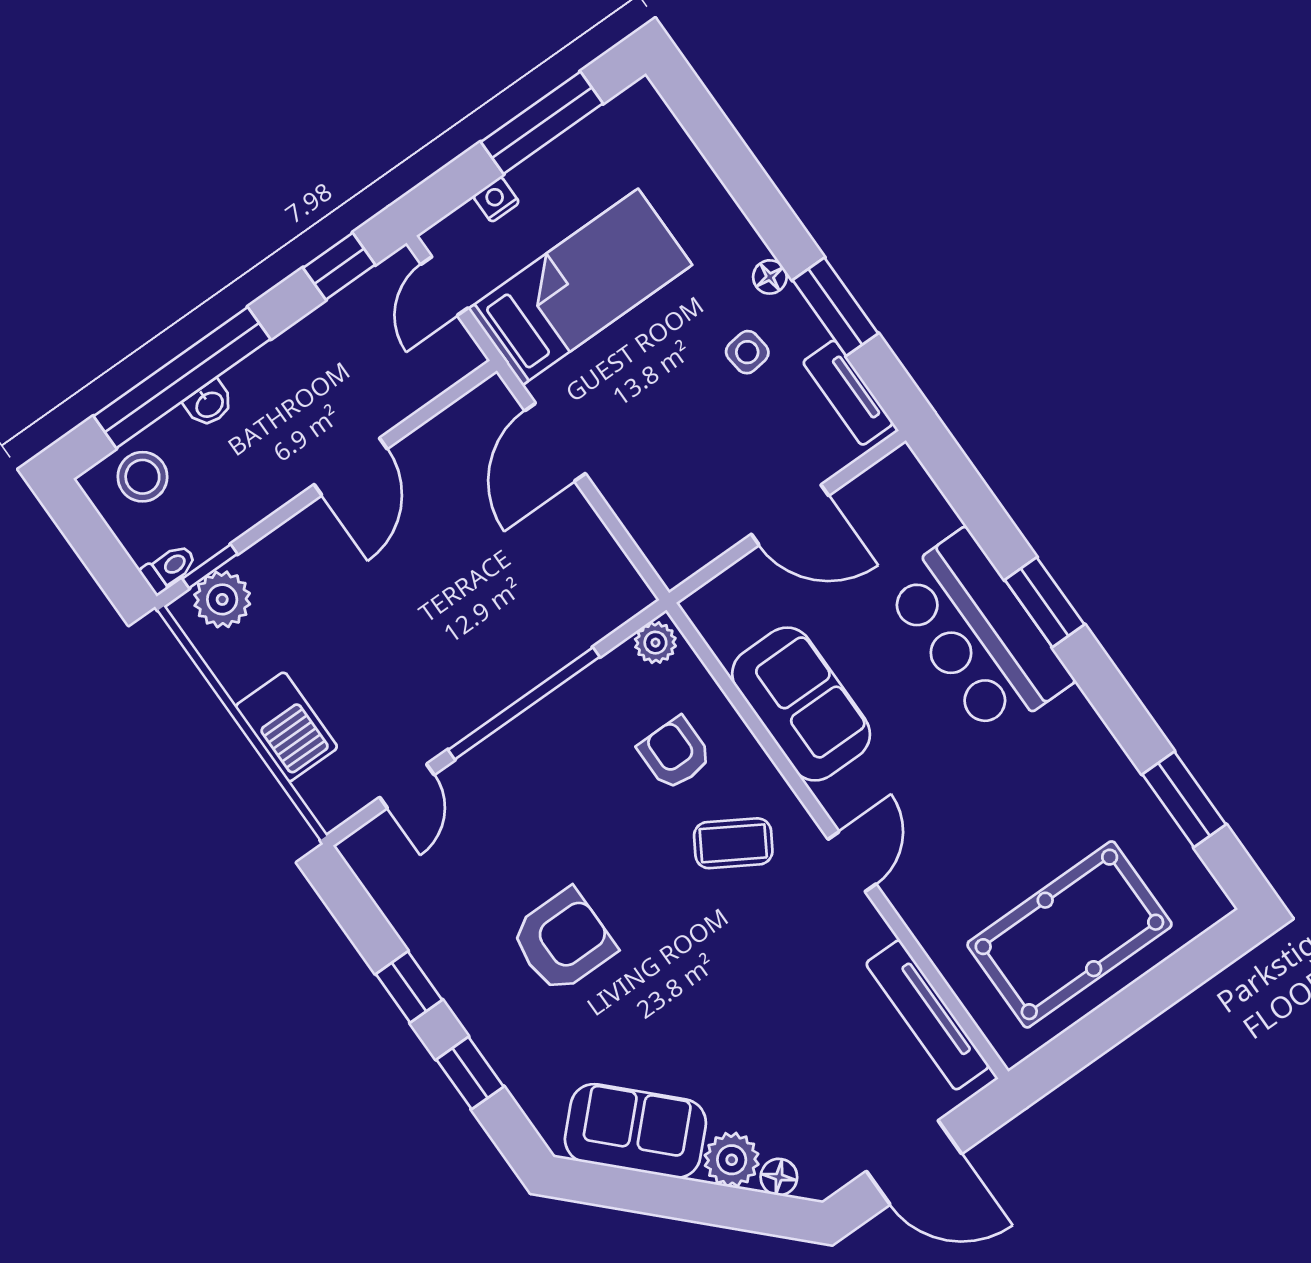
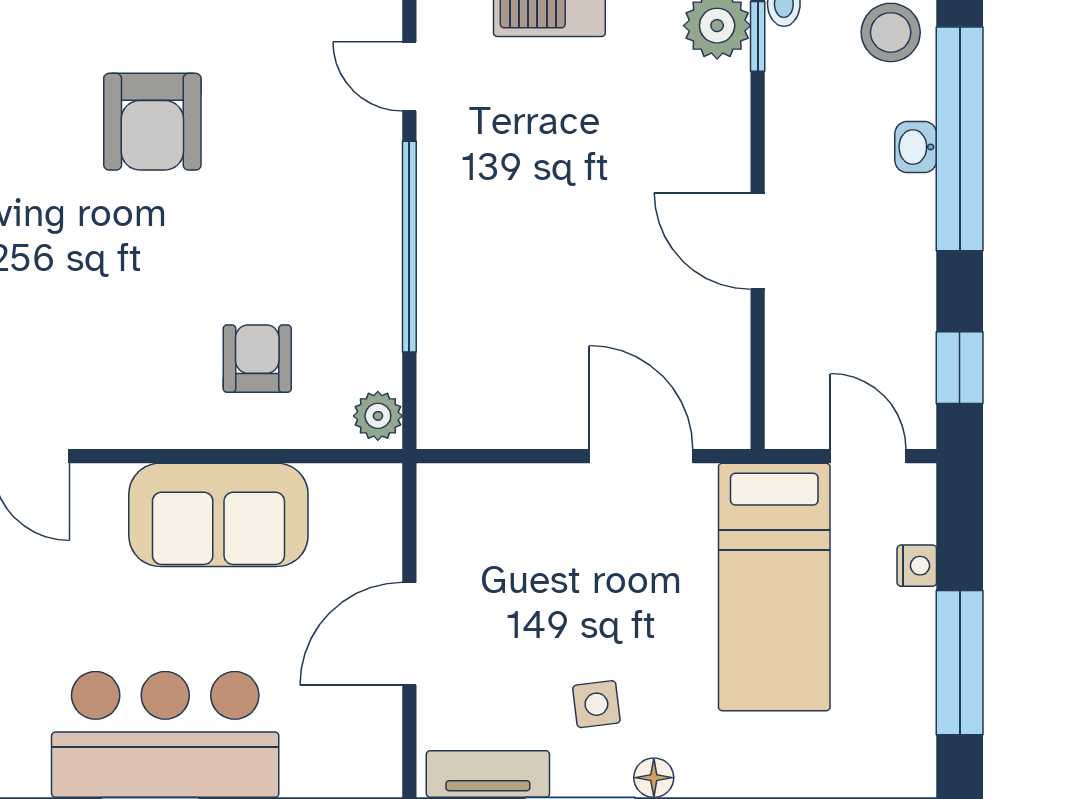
armchair: (675, 753) -> (257, 359), turned -90
coffee table: (733, 843) -> (130, 354), removed

